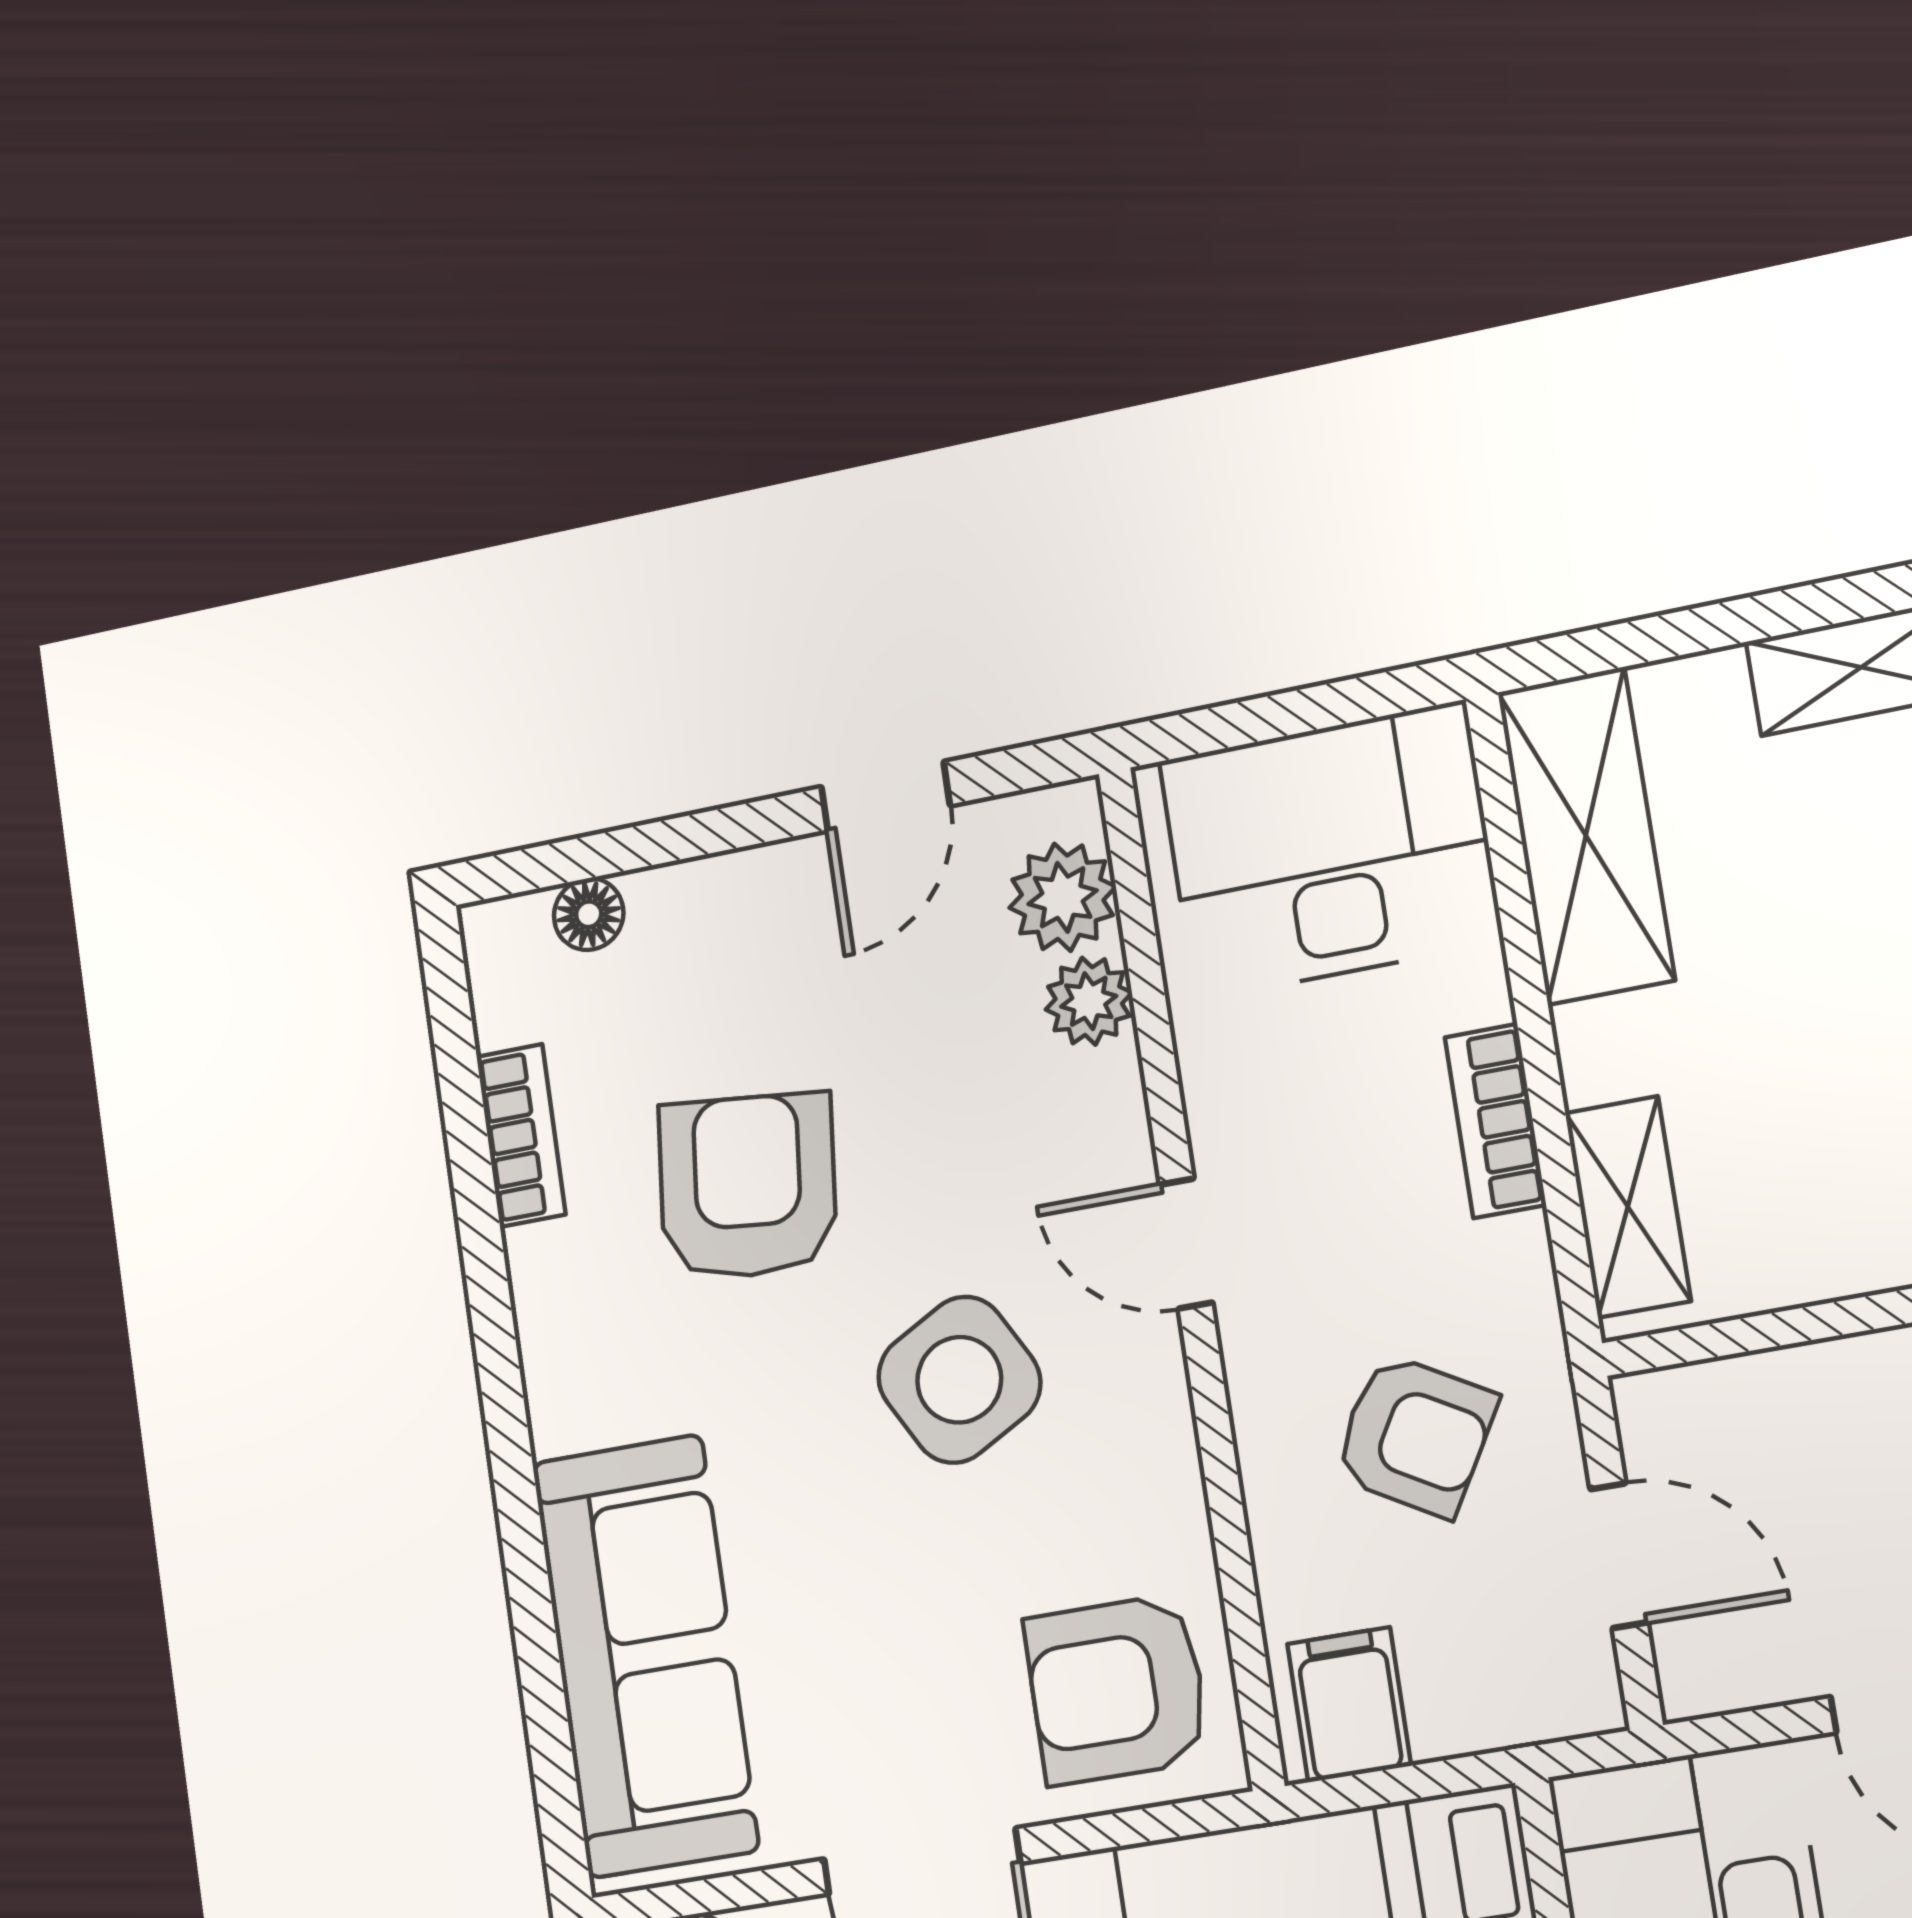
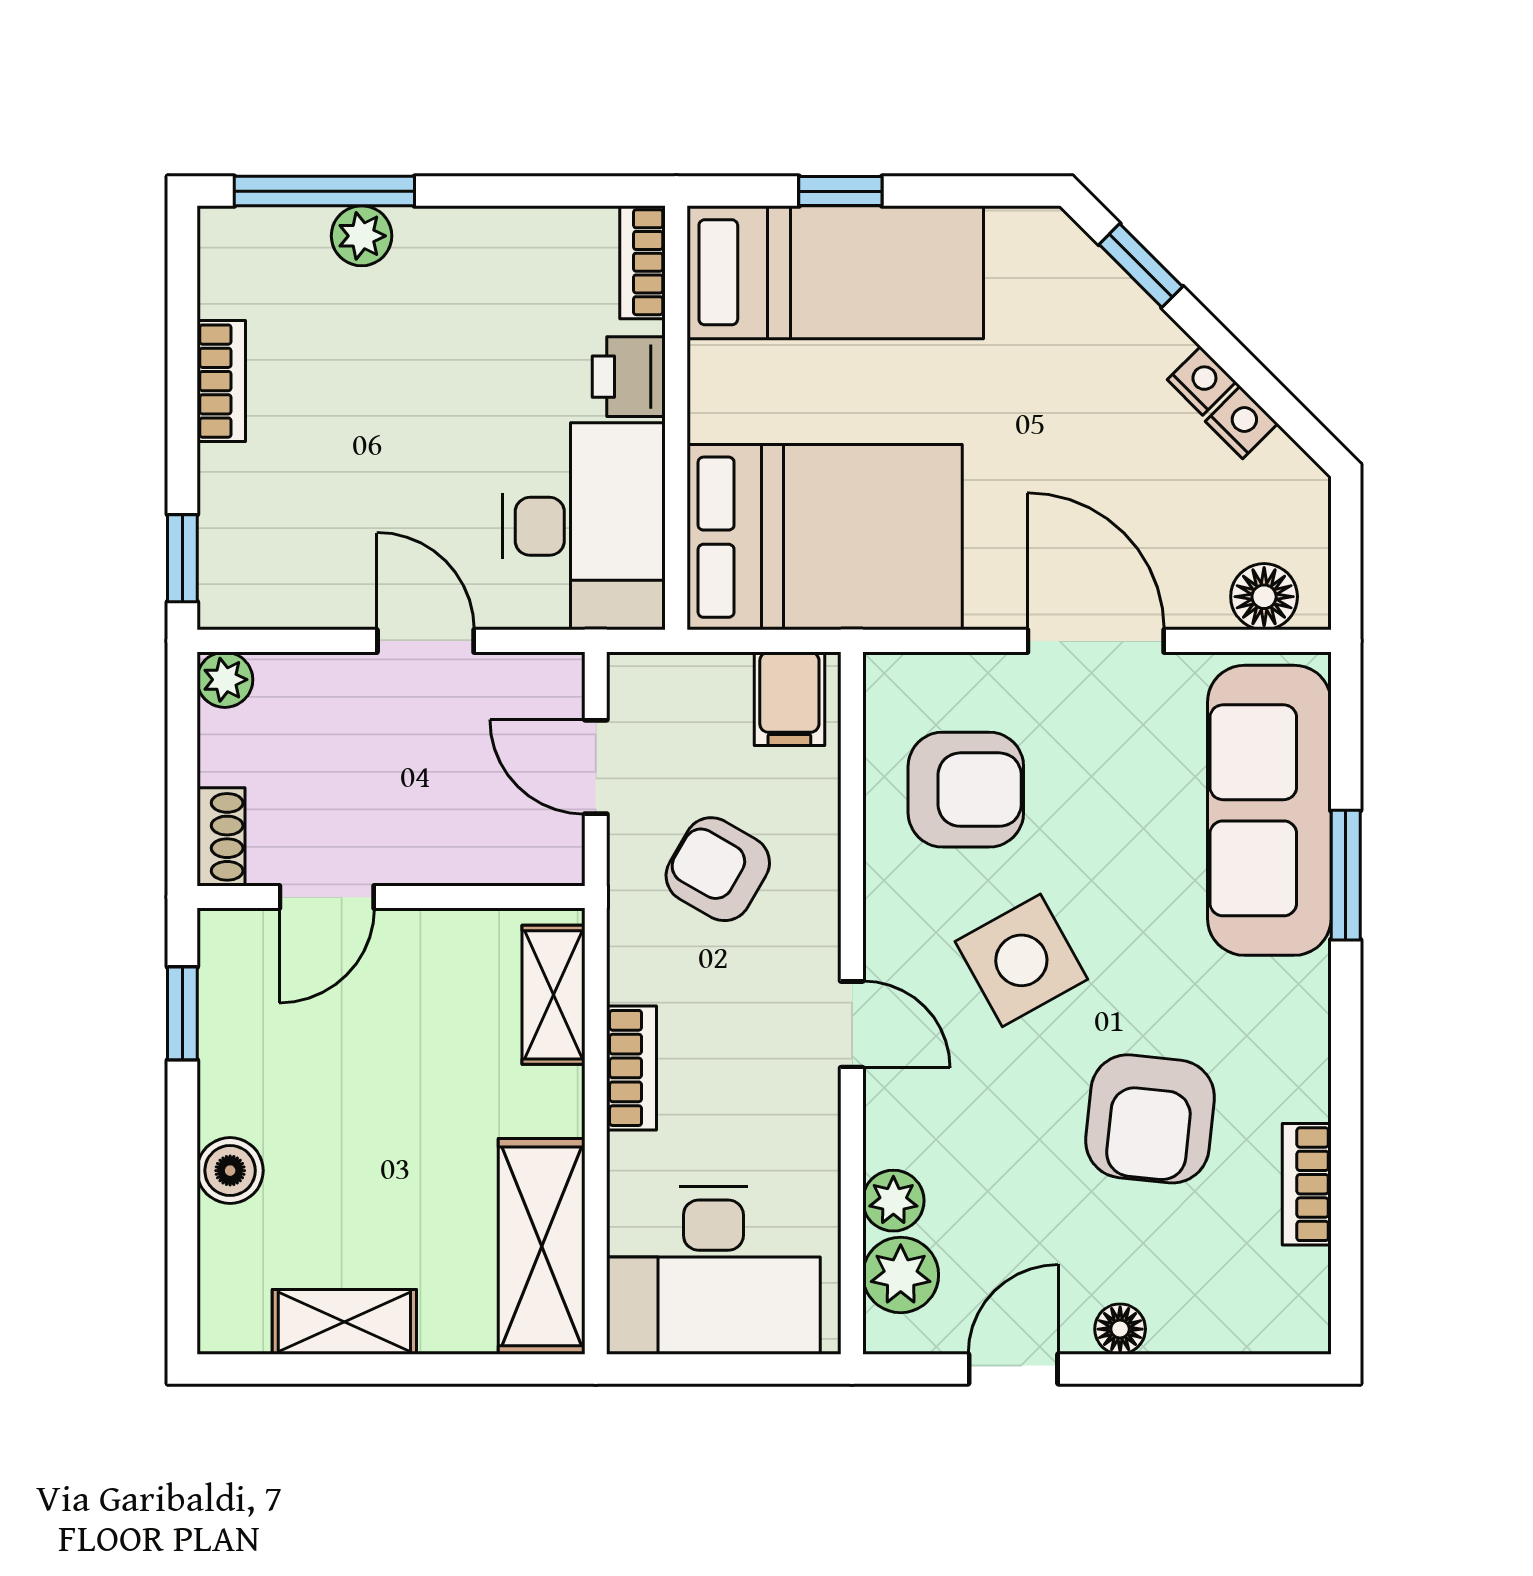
floor lamp: (589, 914) -> (1120, 1329), moved
window: (528, 1581) -> (1346, 875), added
armchair: (1117, 1689) -> (966, 790), moved

